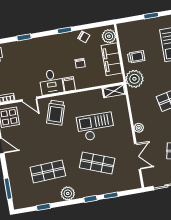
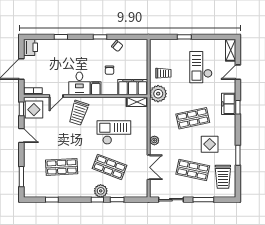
plant: (109, 36) -> (141, 49), removed
filing cabinet: (112, 59) -> (133, 87), moved, turned 90
door: (29, 99) -> (56, 96), hinge flipped
plant: (68, 193) -> (101, 191), moved

